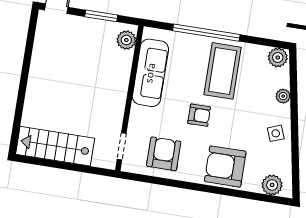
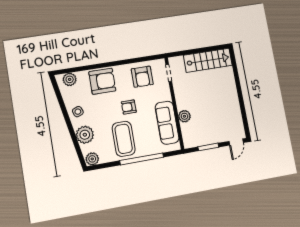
plant: (126, 40) -> (184, 116), moved
plant: (283, 96) -> (85, 135), width x1.87, depth x1.87

